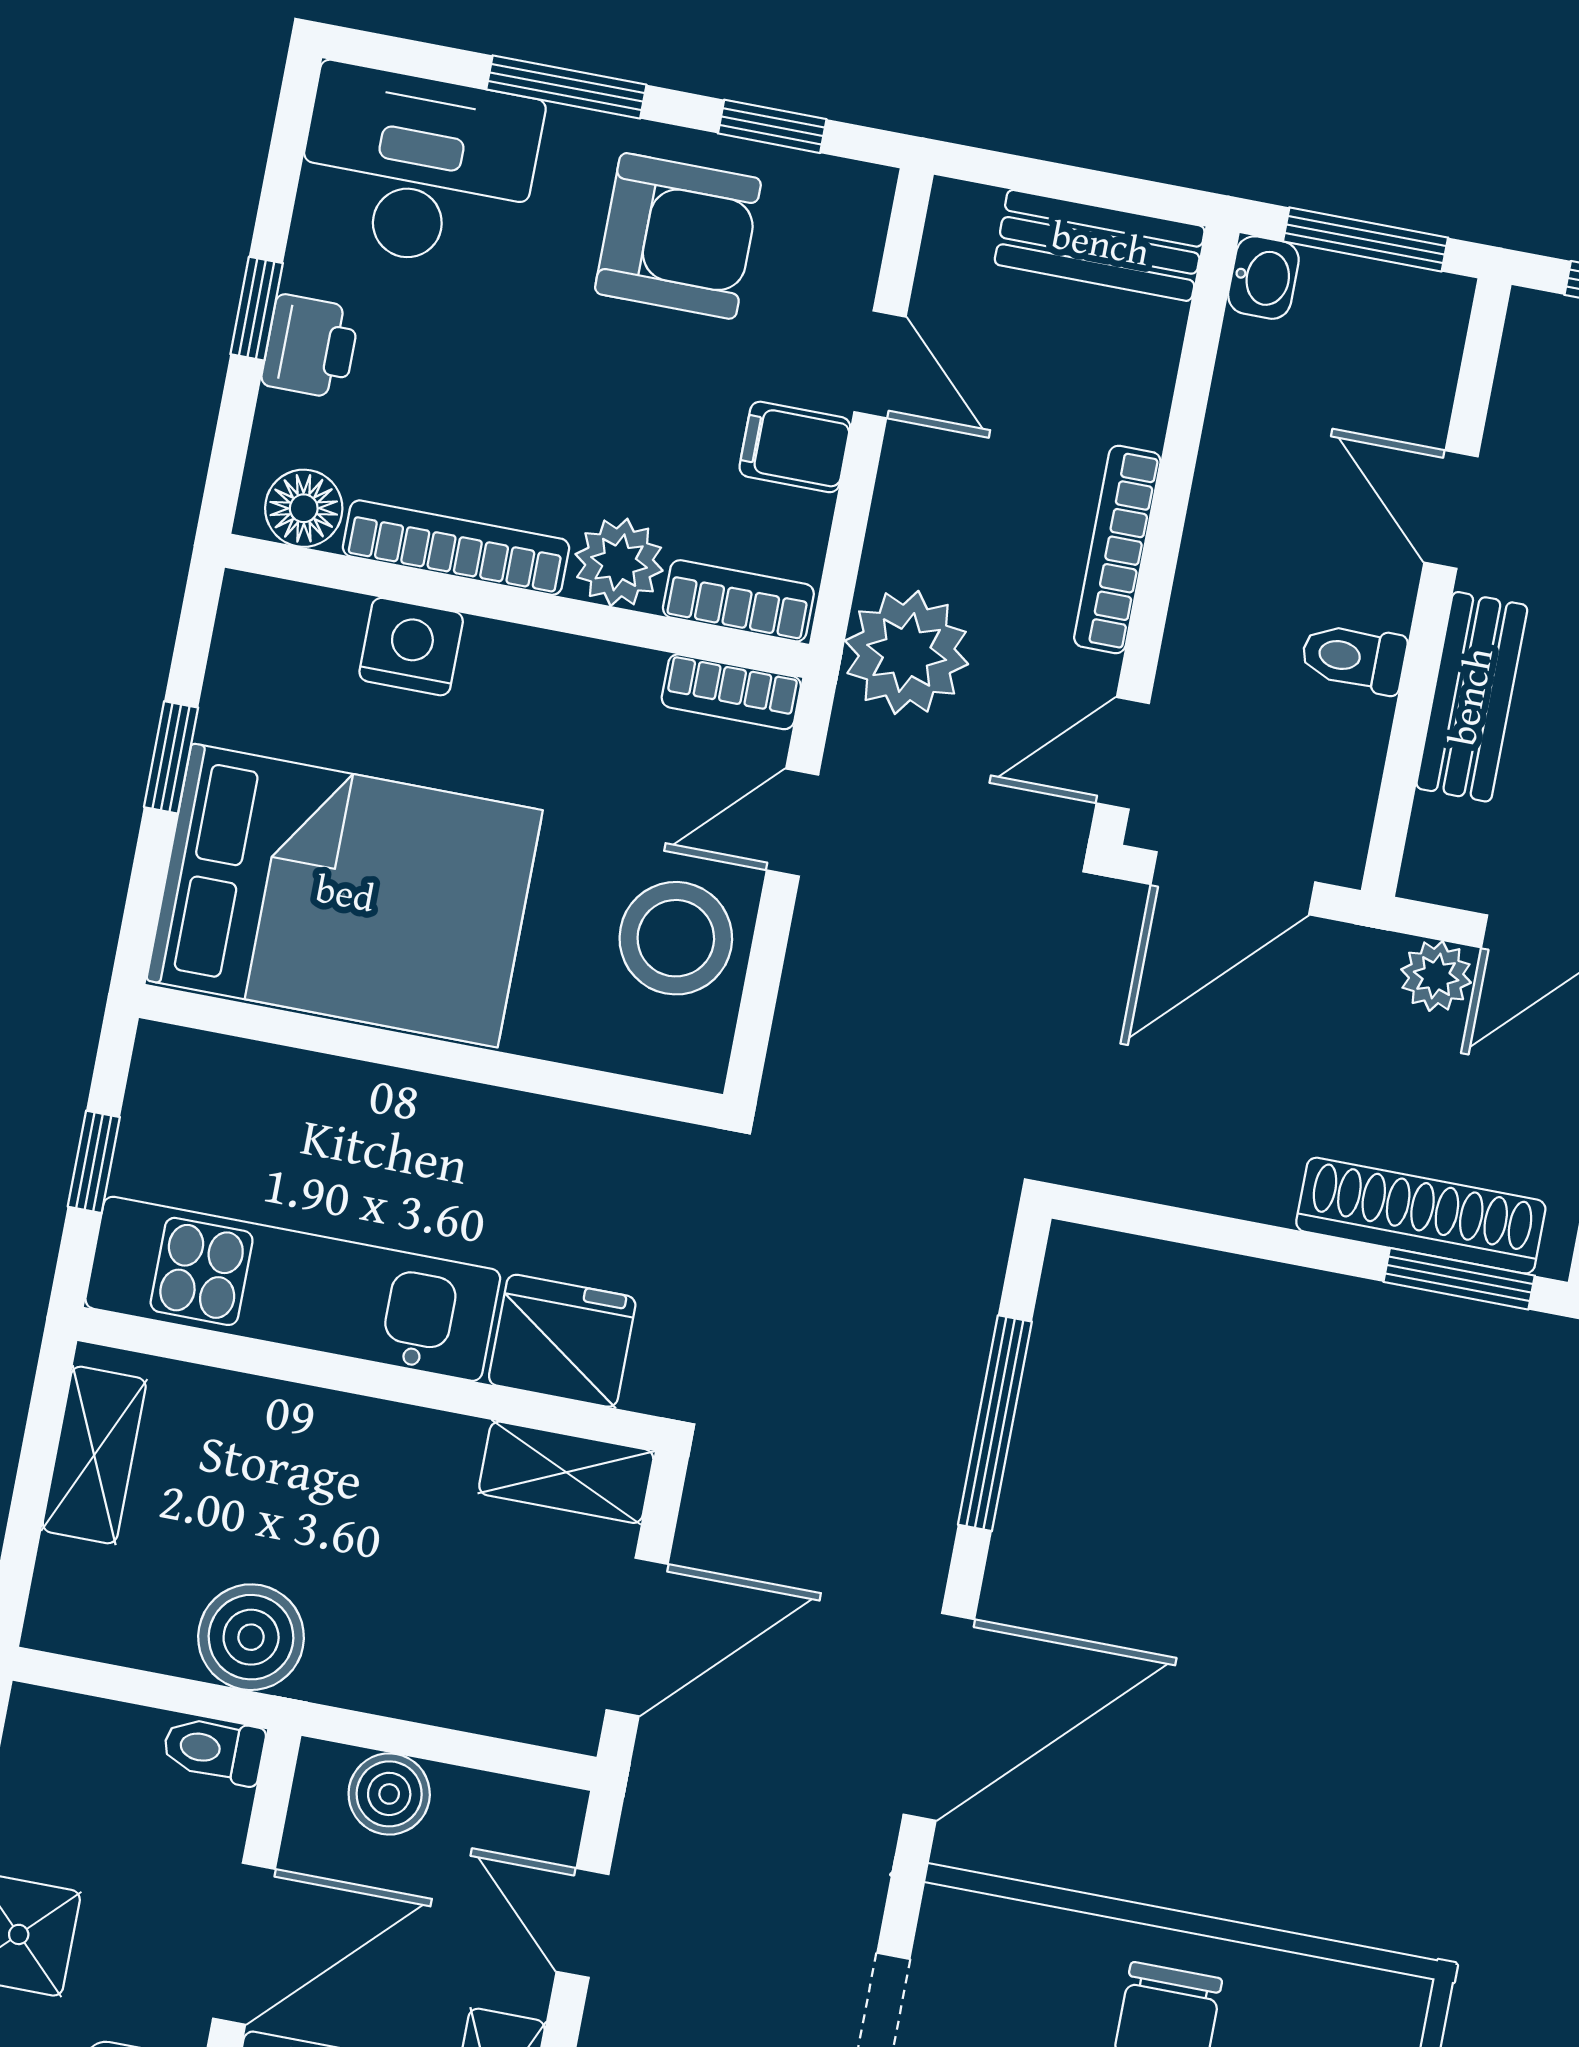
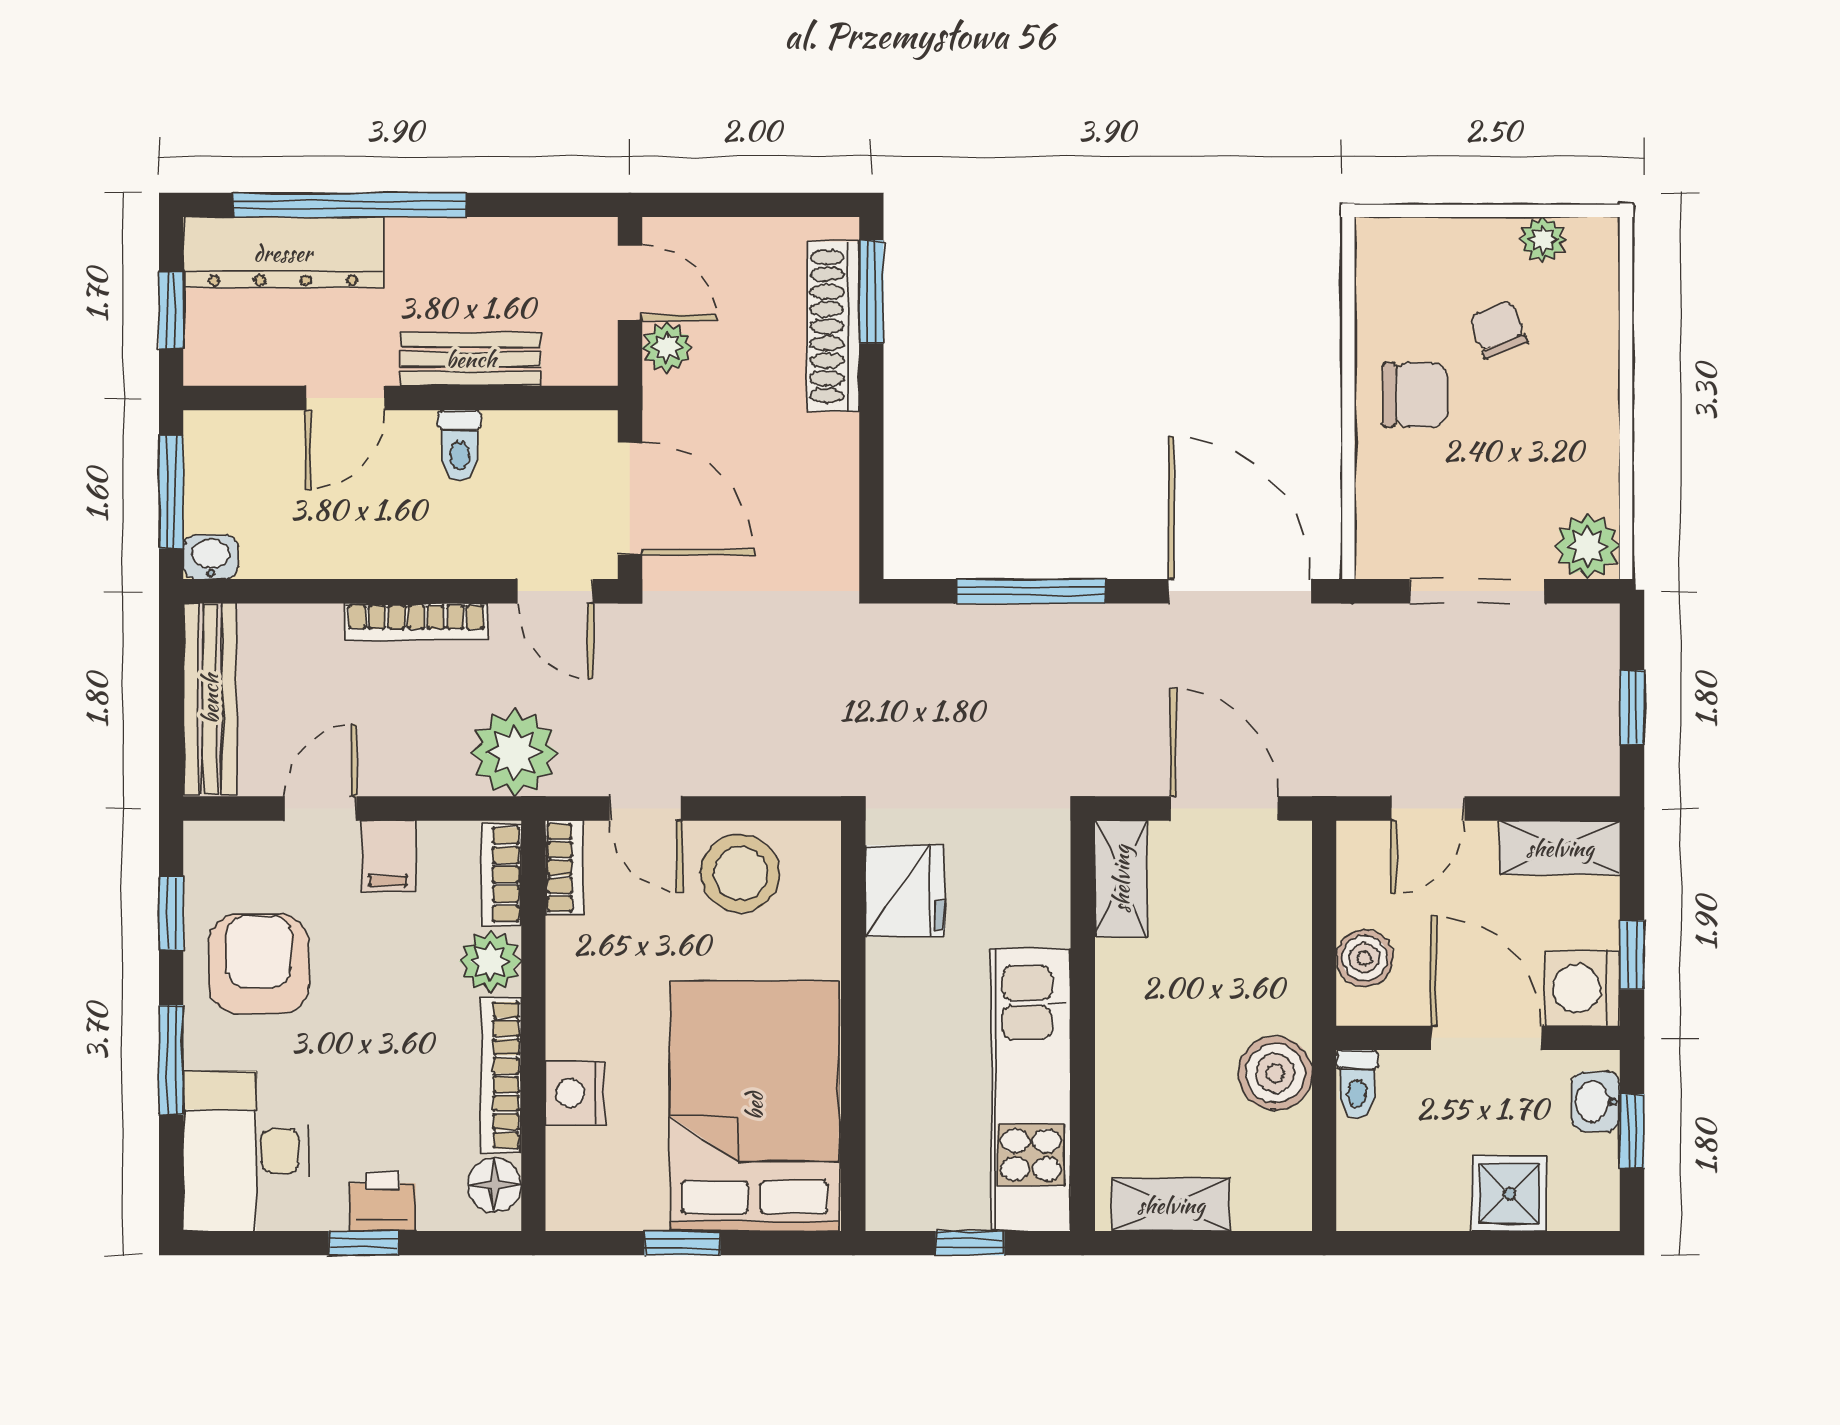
bench: (1100, 245) -> (210, 699), width x1.36
fridge: (562, 1341) -> (905, 891), moved, turned 180

